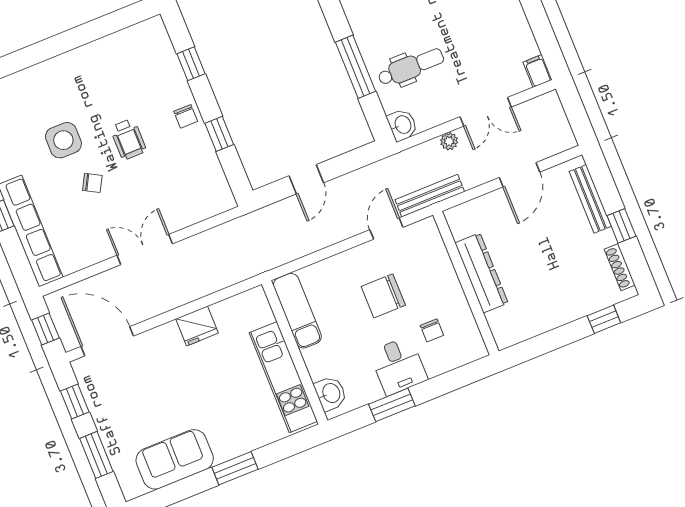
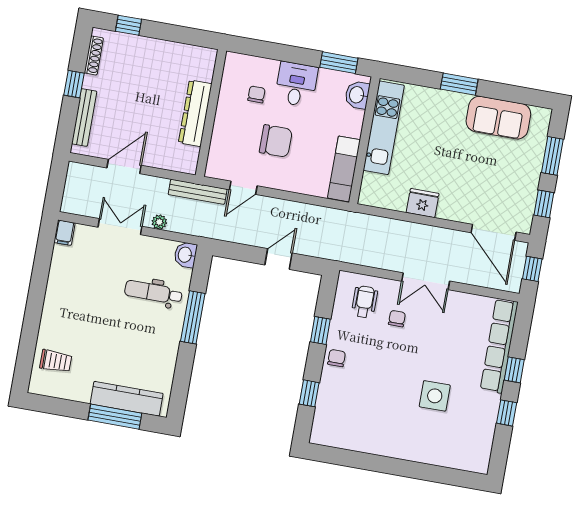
wheelchair: (128, 139) -> (365, 302), moved
chair: (92, 183) -> (397, 319), moved, turned 61
window: (392, 405) -> (339, 63), moved

